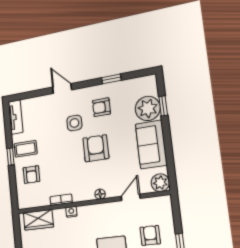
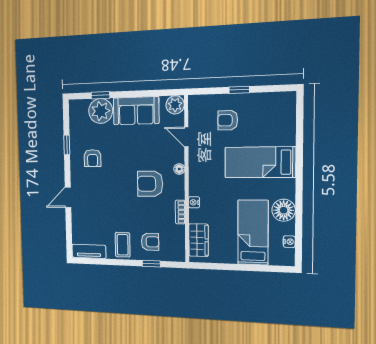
side table: (74, 123) -> (104, 188), removed
armchair: (96, 148) -> (150, 184), moved
window: (11, 157) -> (151, 264), moved

